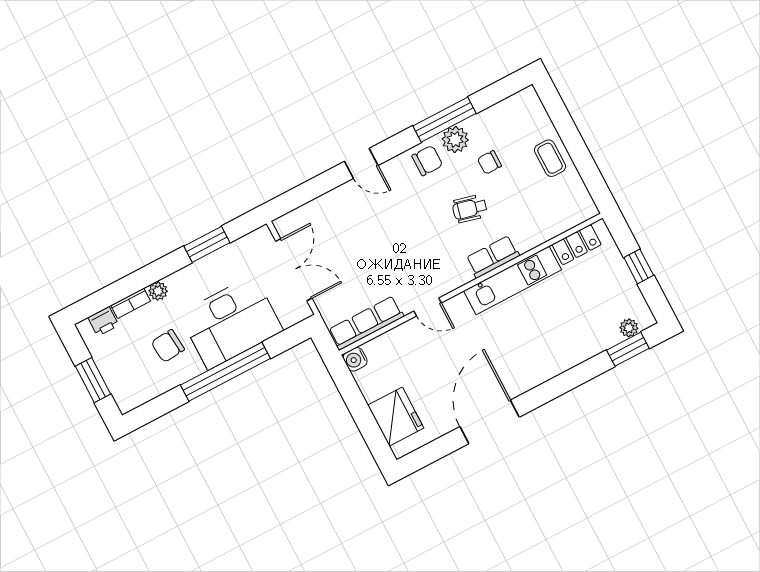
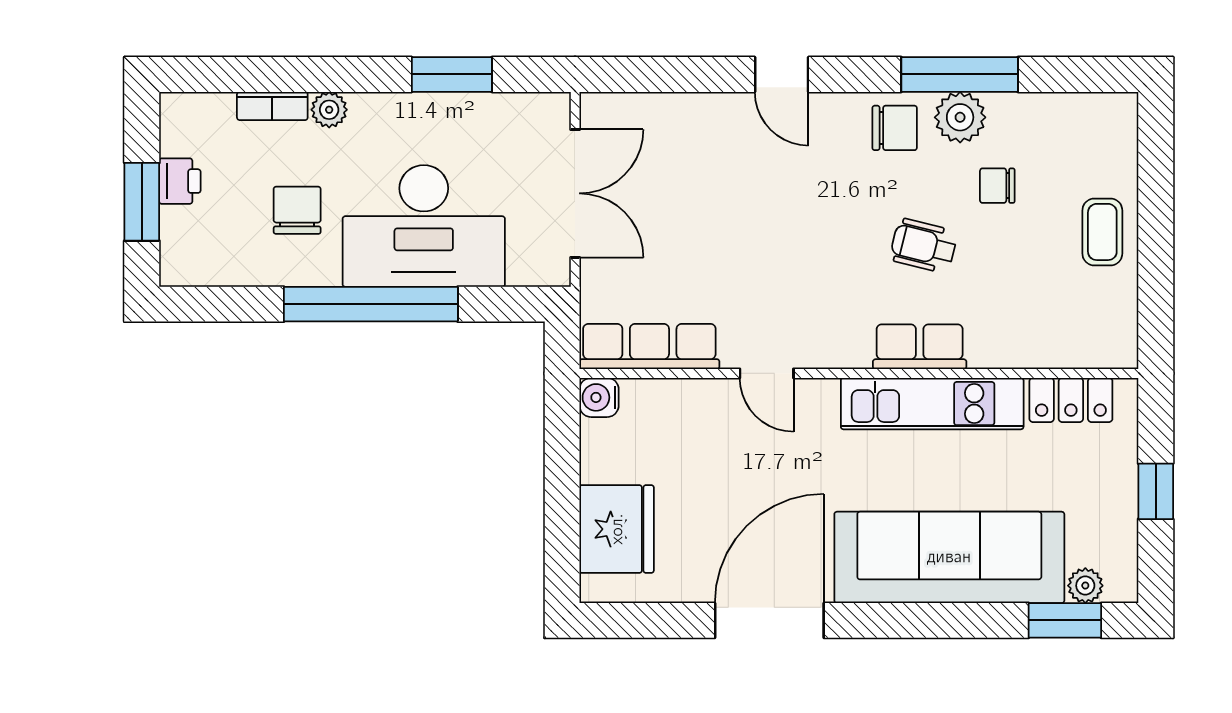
printer: (103, 321) -> (180, 181), moved, turned -90
chair: (168, 346) -> (297, 210), turned 95
sofa: (558, 348) -> (949, 557), added

